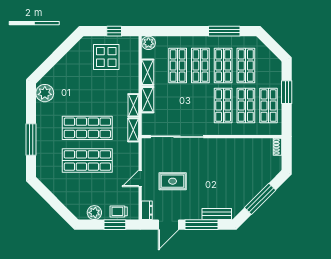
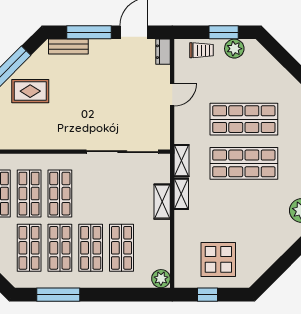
shelving: (148, 72) -> (162, 239), removed
rug: (173, 181) -> (30, 91), moved
window: (115, 225) -> (224, 32), moved

